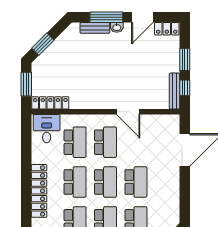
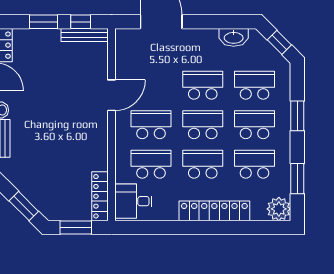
washbasin: (173, 206) -> (234, 37), added

